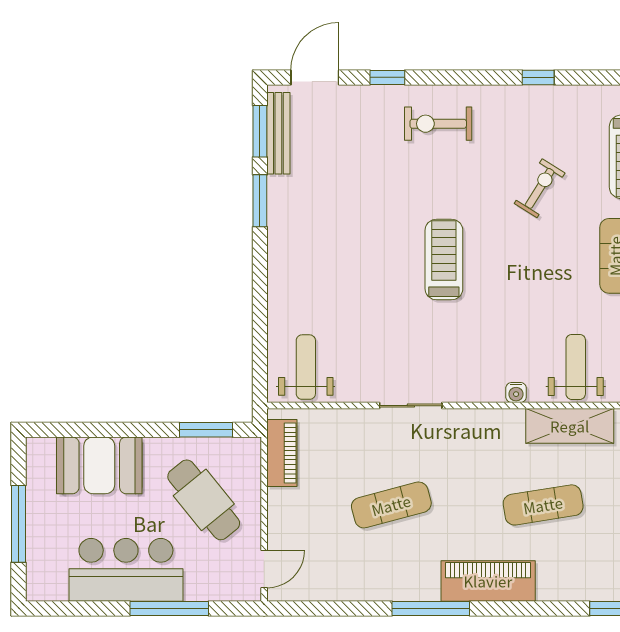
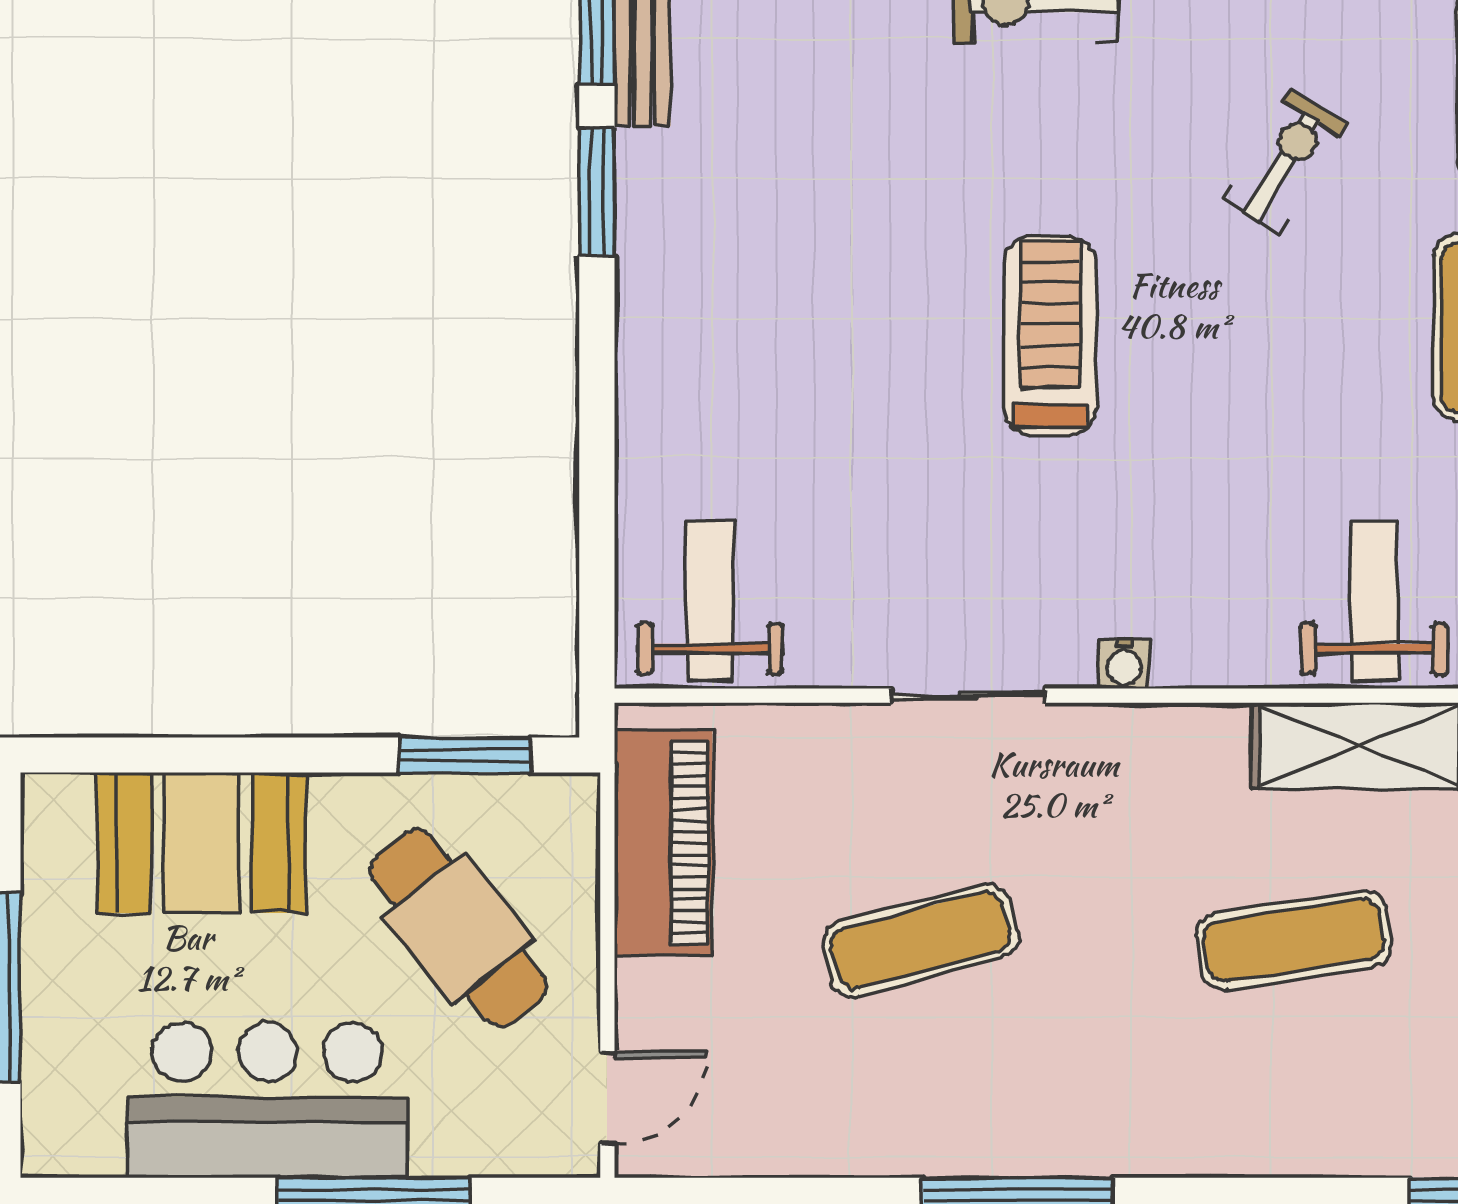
water cooler: (516, 392) -> (1124, 664), moved
piano: (282, 453) -> (663, 843), width x1.37, depth x1.33
piano: (488, 581) -> (1158, 1128), removed

